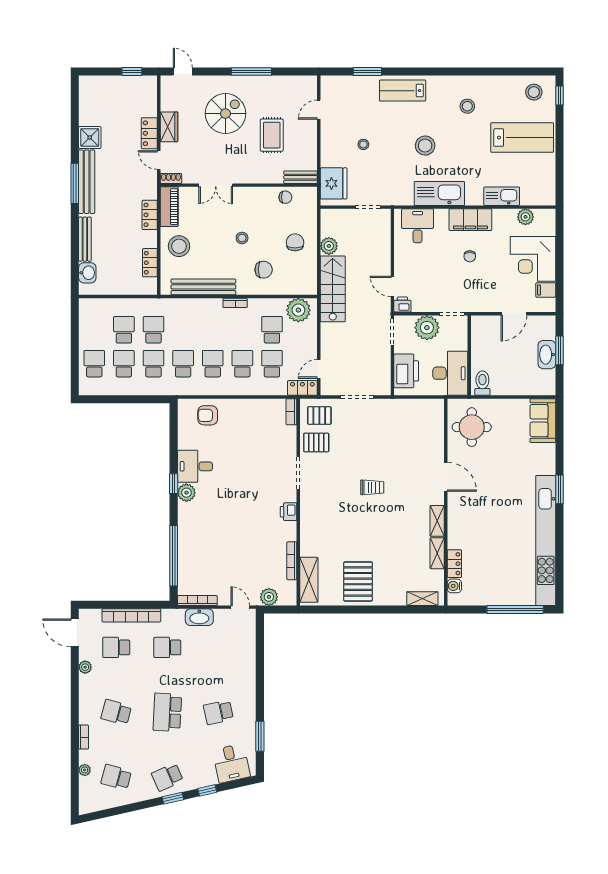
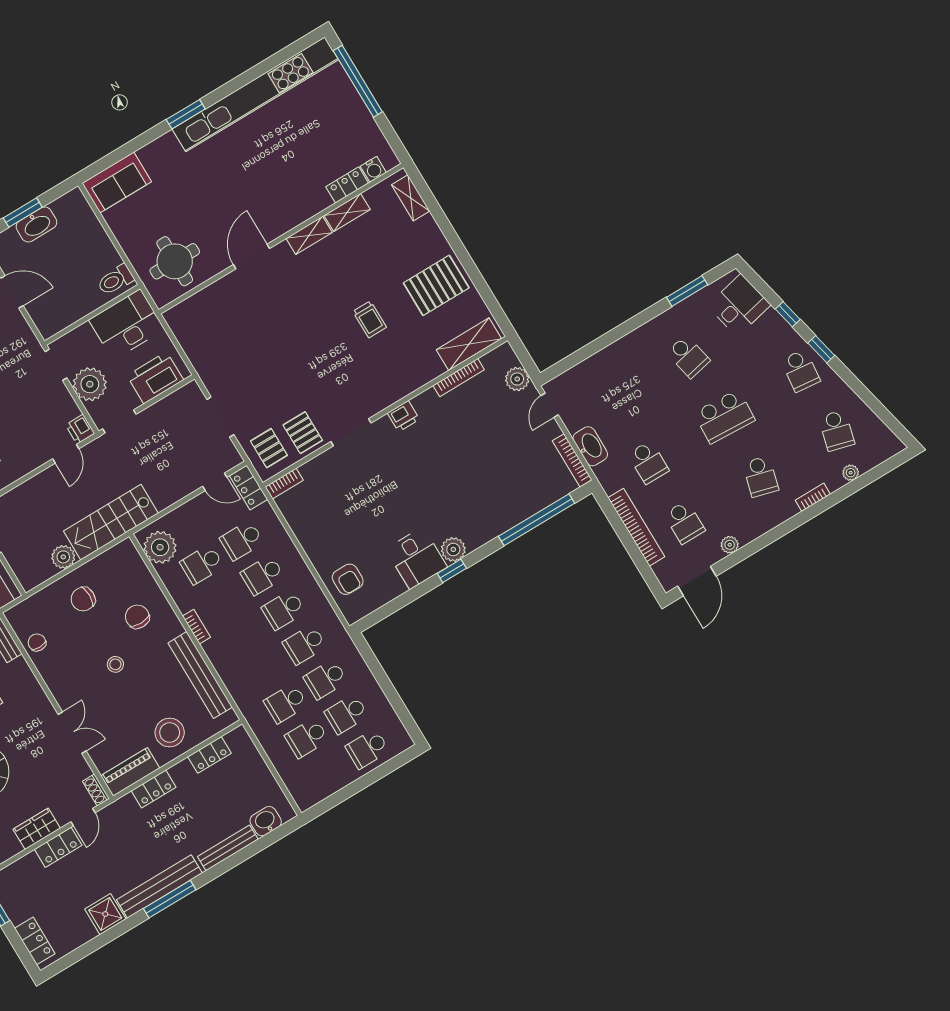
locker: (99, 83) -> (35, 941), added
trolley: (372, 487) -> (370, 319), moved, turned 180
school desk: (167, 777) -> (800, 371), turned 30

